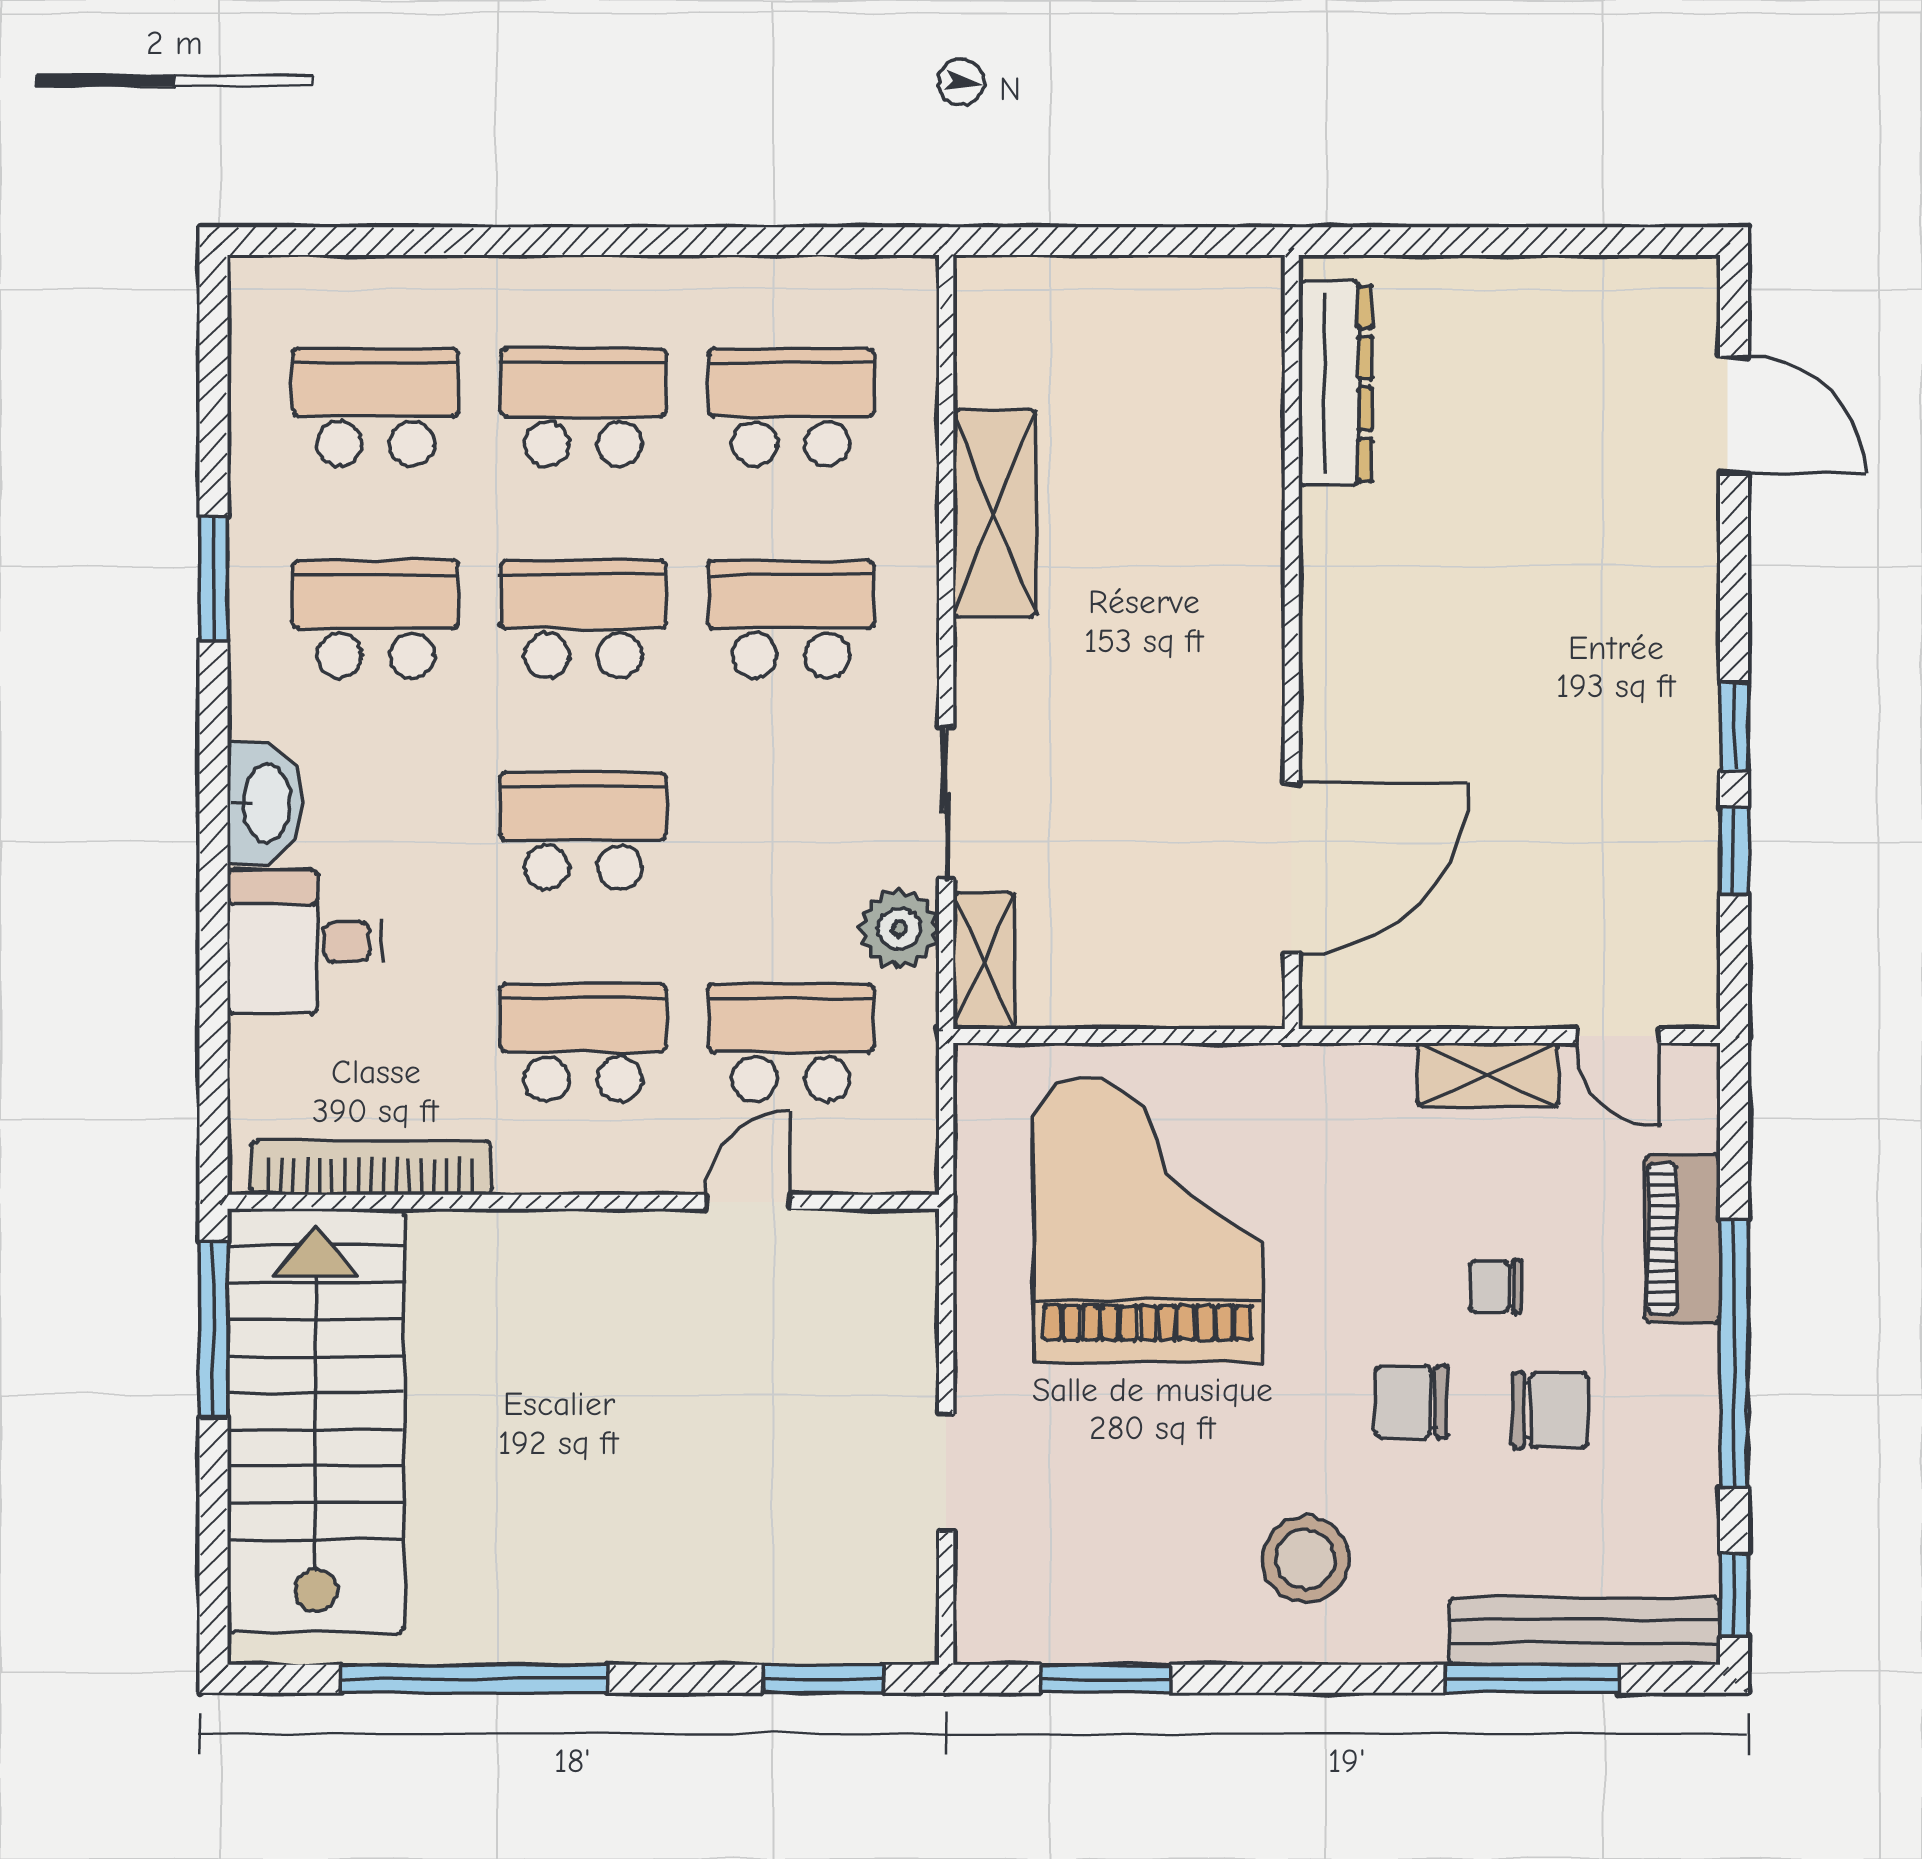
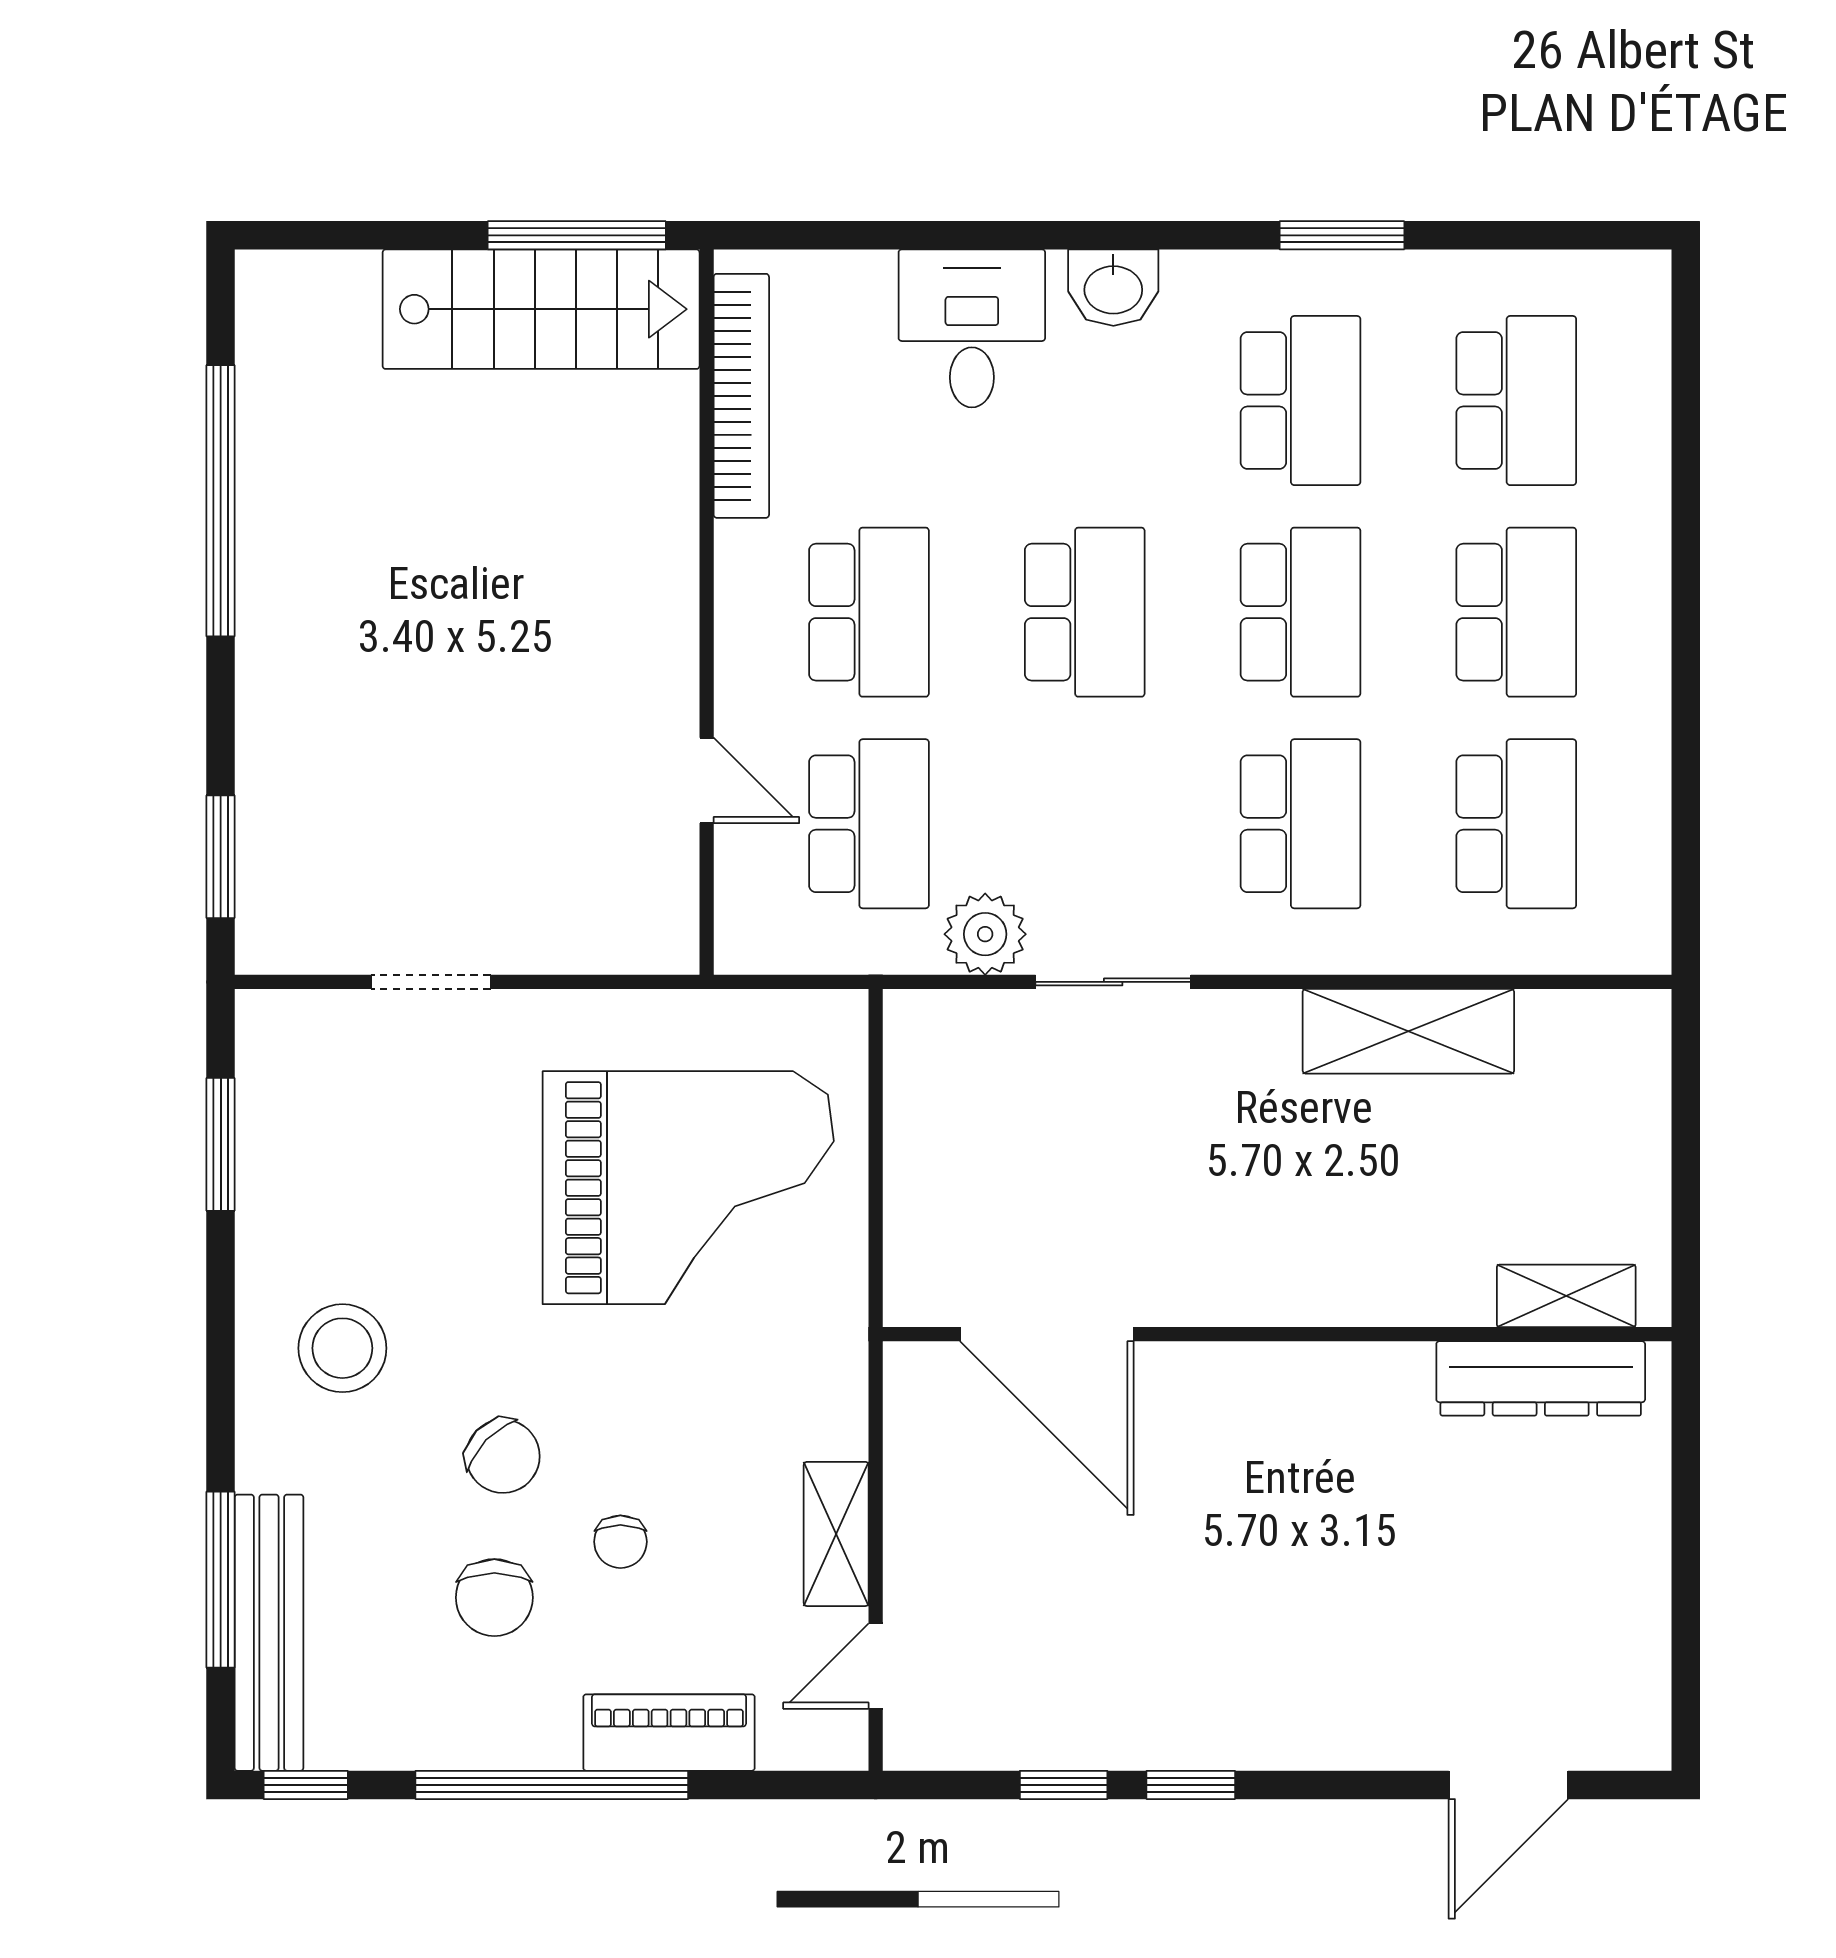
washbasin: (265, 803) -> (1113, 288), width x0.72
shelving: (984, 961) -> (1566, 1296), moved
chair: (1495, 1286) -> (620, 1542), turned 180
chair: (1411, 1402) -> (503, 1456), turned 134
stairs: (316, 1421) -> (541, 309), width x0.73, depth x0.66

